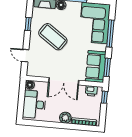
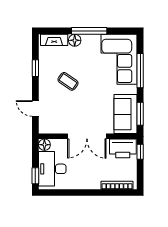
coffee table: (53, 37) -> (68, 81), width x0.54, depth x0.58
printer: (91, 91) -> (123, 148), width x1.87, depth x1.48
window: (20, 109) -> (35, 176), added
plant: (65, 118) -> (93, 182), removed

